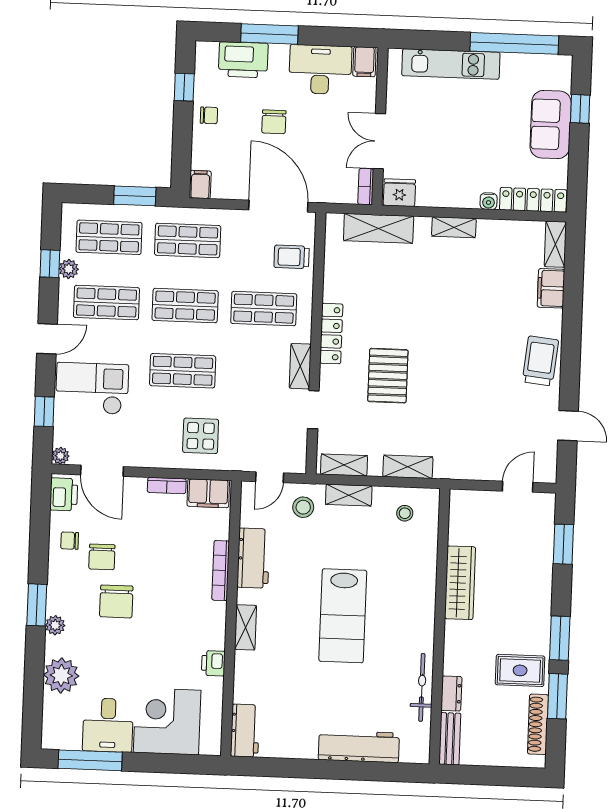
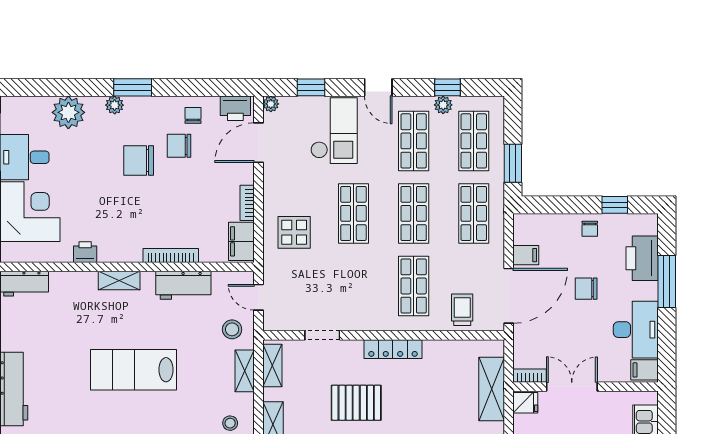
filing cabinet: (200, 184) -> (526, 255), moved
fridge: (399, 193) -> (525, 403), width x0.72
shelving: (300, 366) -> (362, 322), removed

